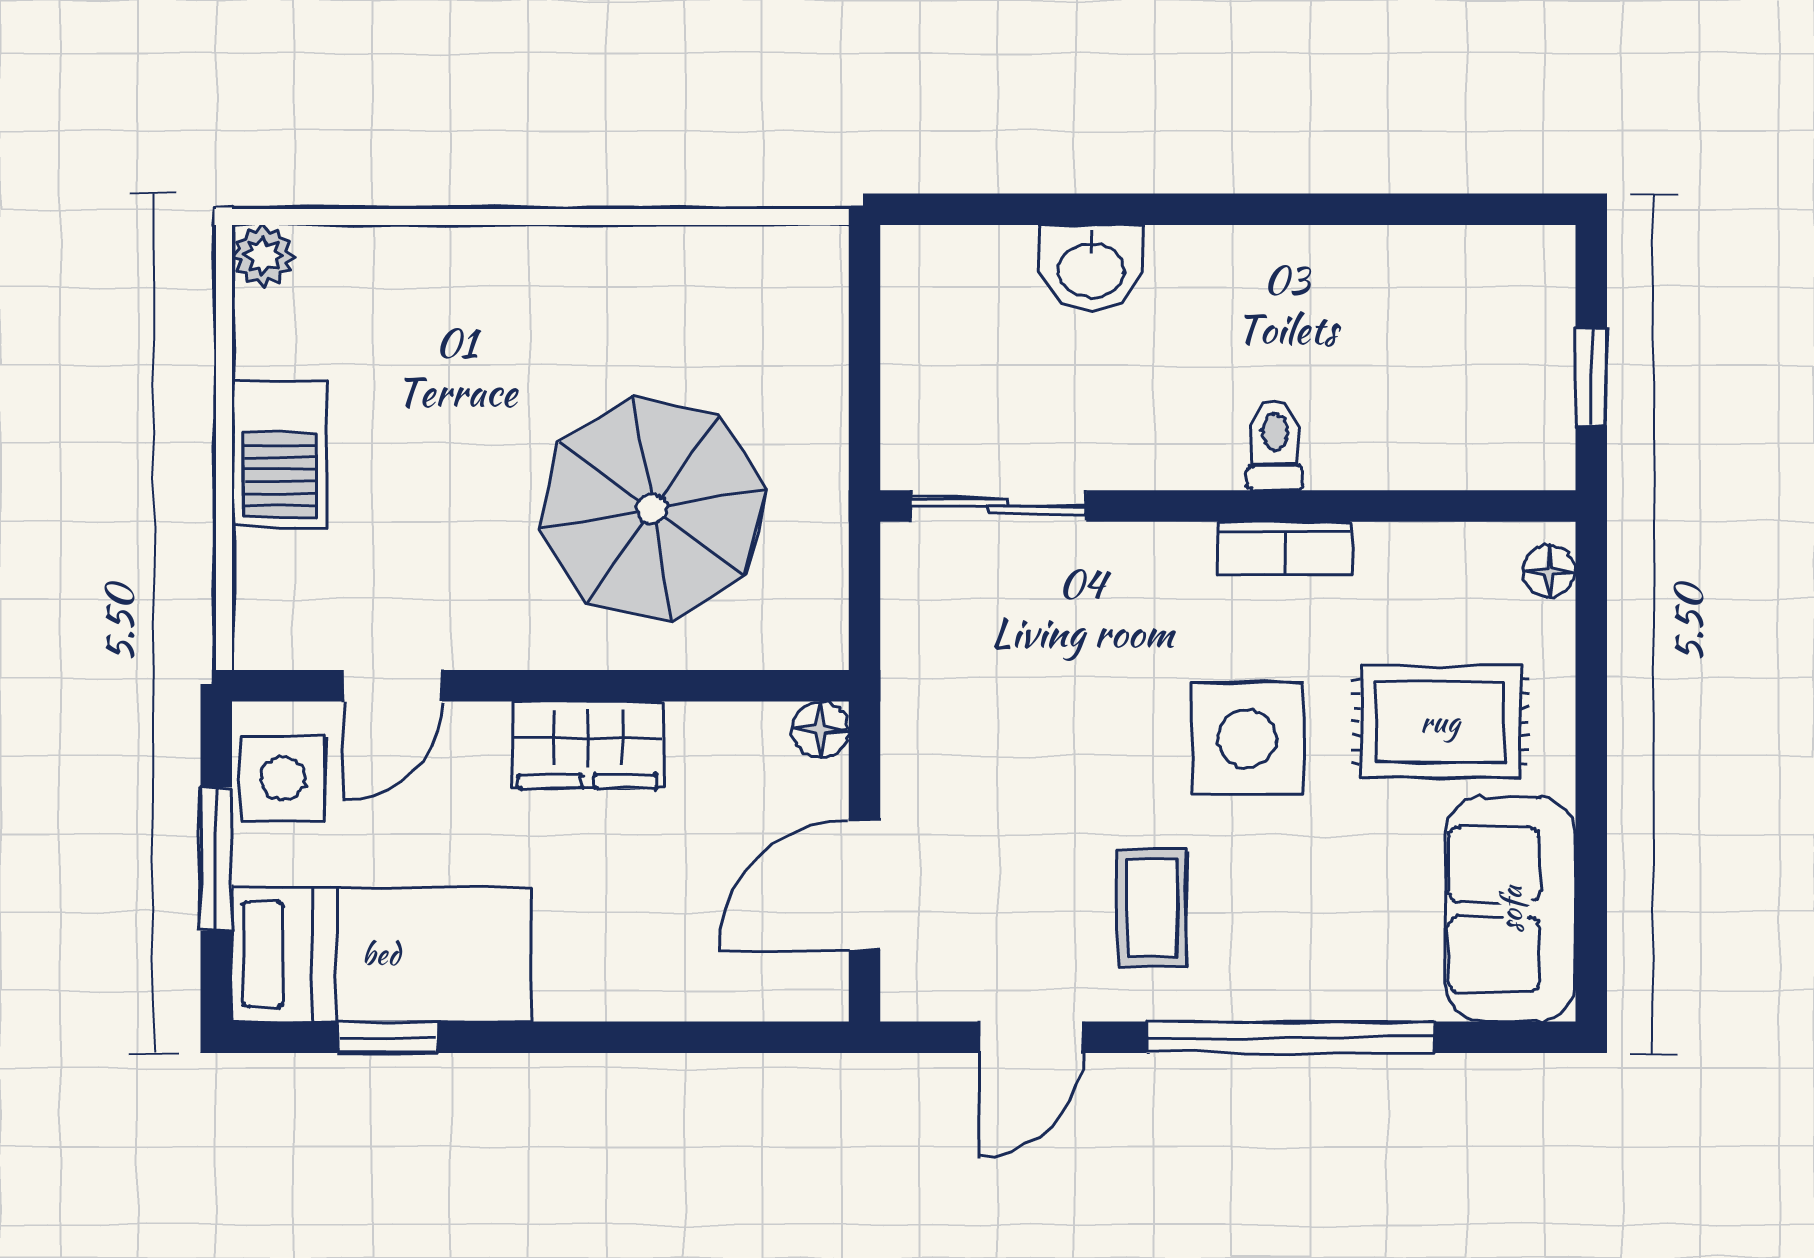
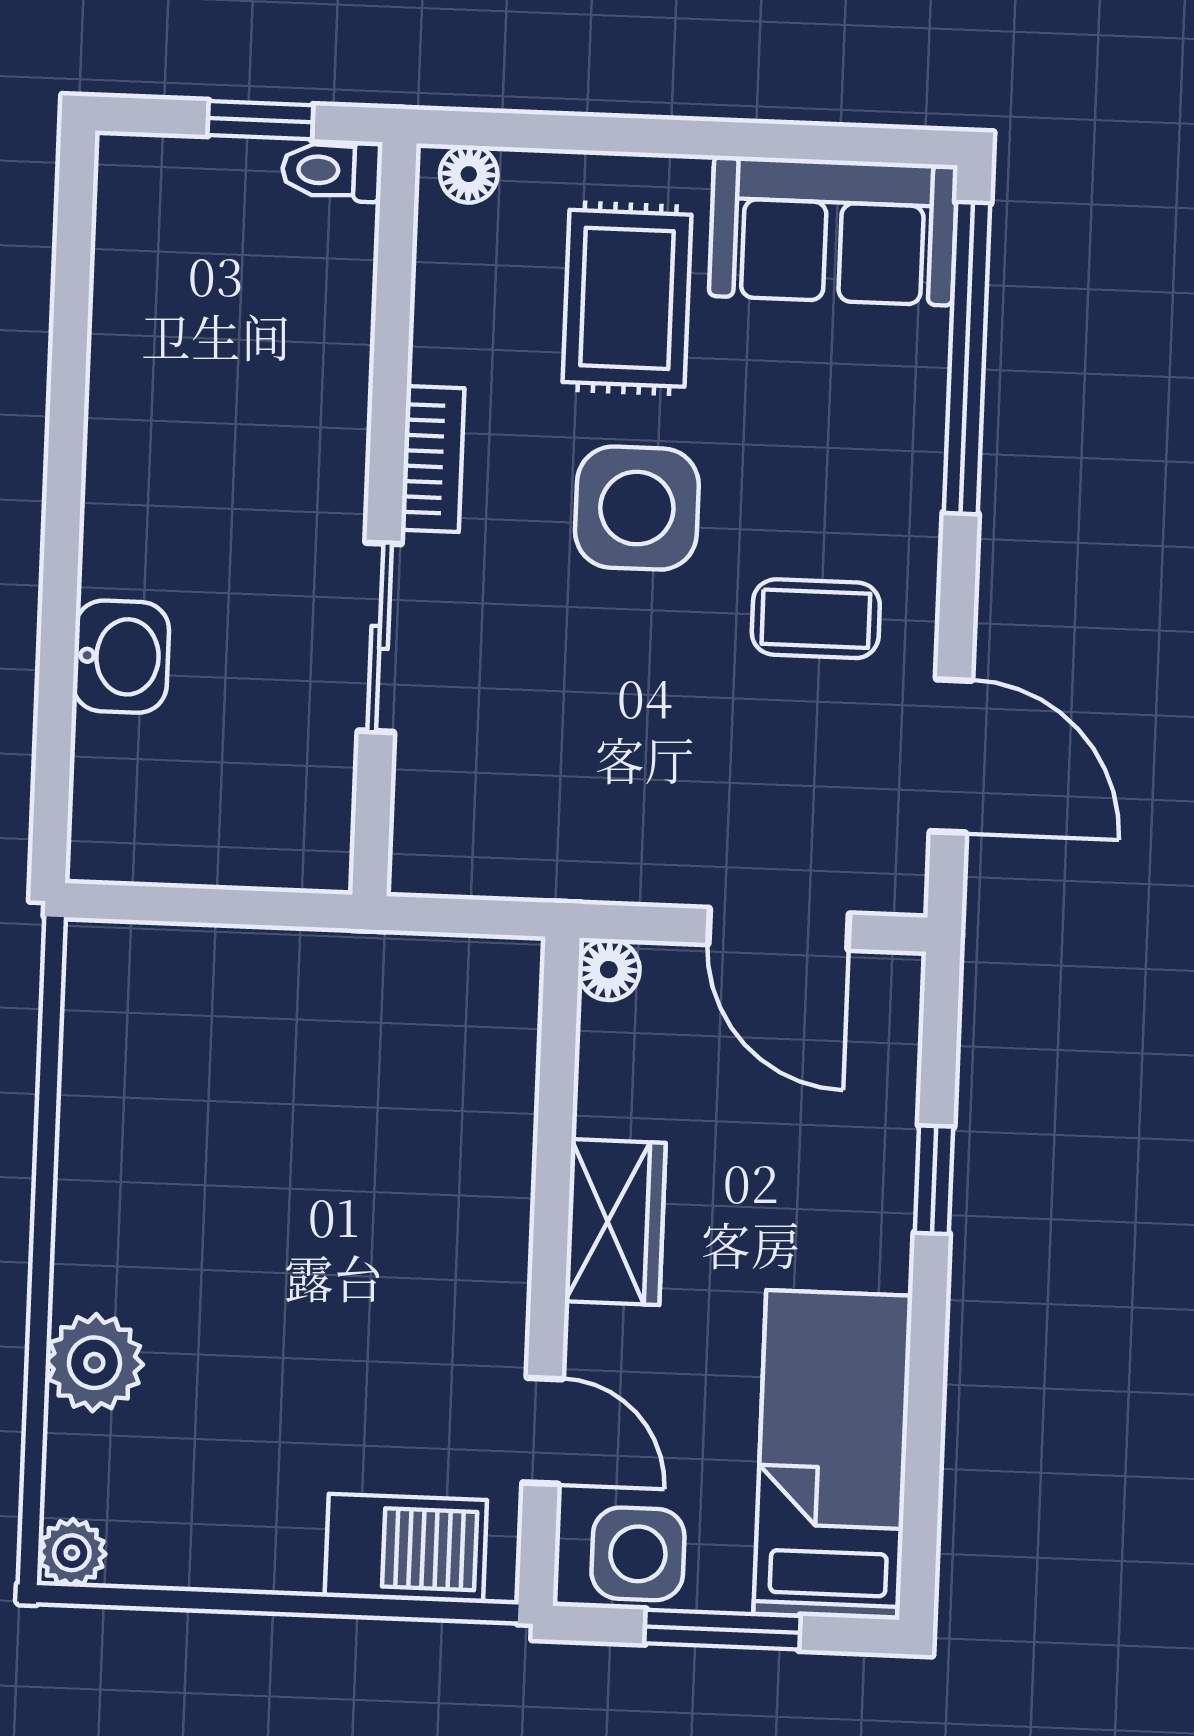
plant: (439, 270) -> (94, 1363), added
toilet: (1275, 445) -> (332, 170), moved
barbecue: (279, 453) -> (406, 1548), moved
sliding door: (999, 506) -> (380, 637), moved
parasol: (652, 509) -> (363, 1142), removed
window: (387, 1037) -> (934, 1180), moved
door: (1030, 1037) -> (951, 756), width x1.38
window: (1290, 1037) -> (967, 358), moved

